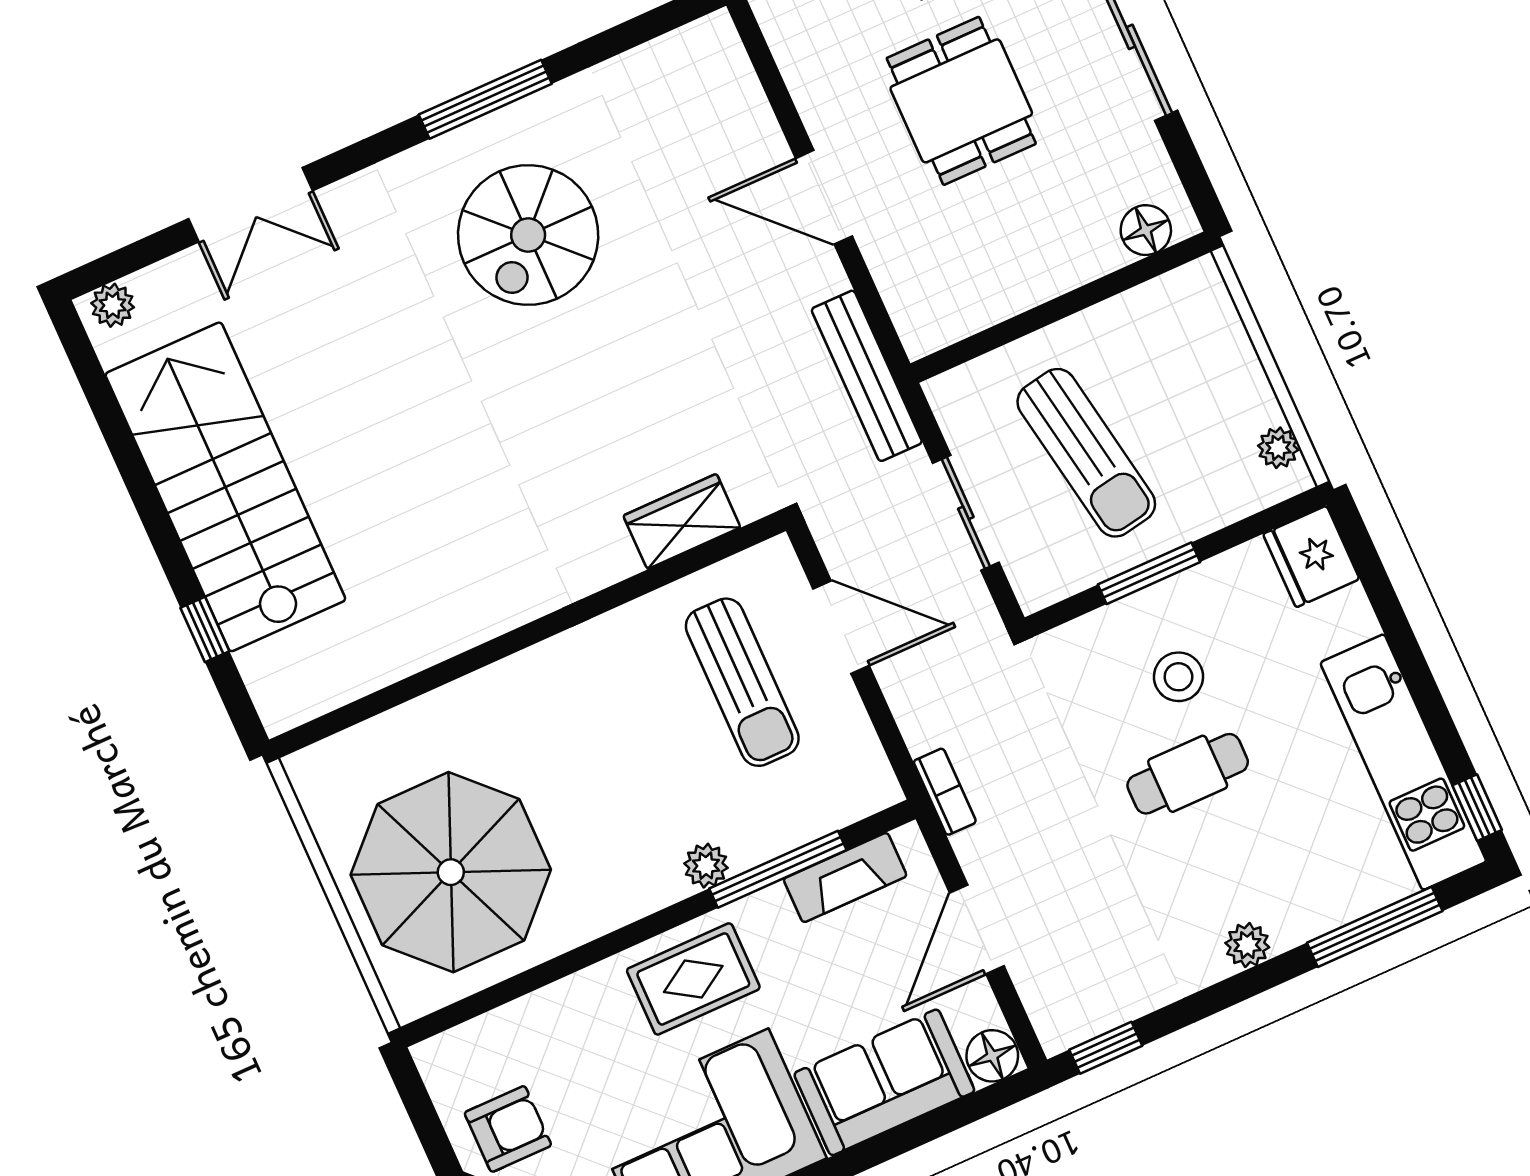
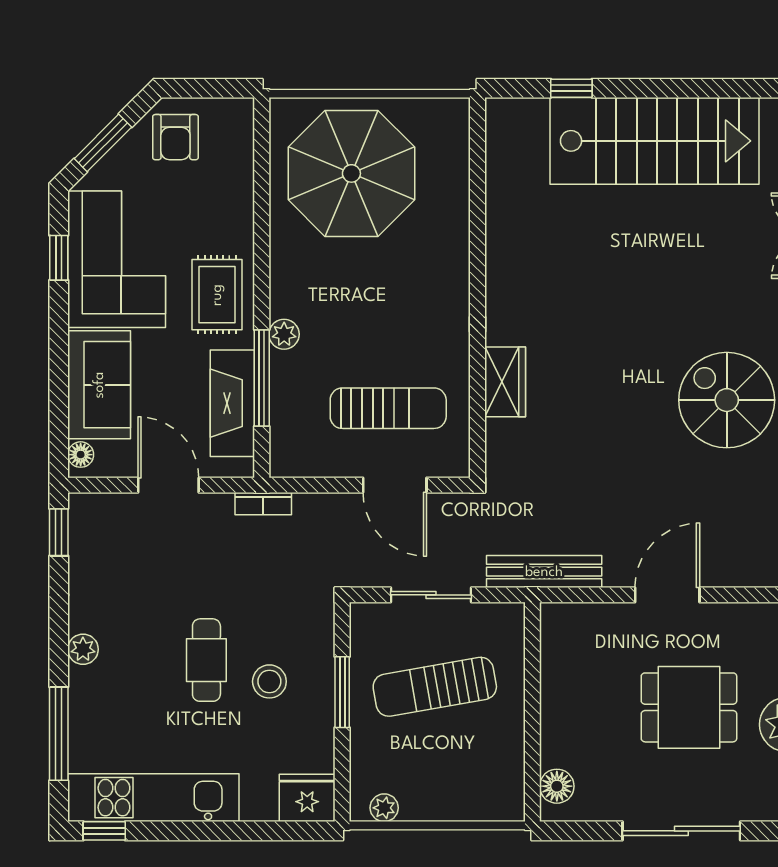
wardrobe: (682, 522) -> (505, 382), moved
door: (841, 627) -> (395, 485), hinge flipped
sun lounger: (742, 682) -> (388, 408), turned 180
fireplace: (845, 877) -> (232, 403), width x1.37, depth x1.32
floor lamp: (992, 1056) -> (81, 455), width x0.73, depth x0.73

